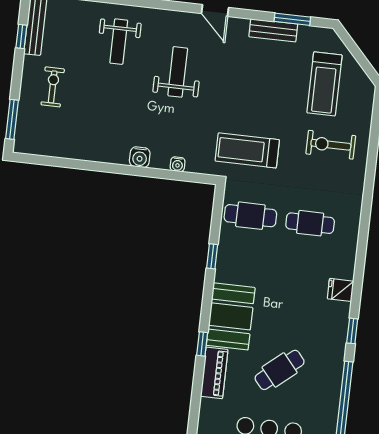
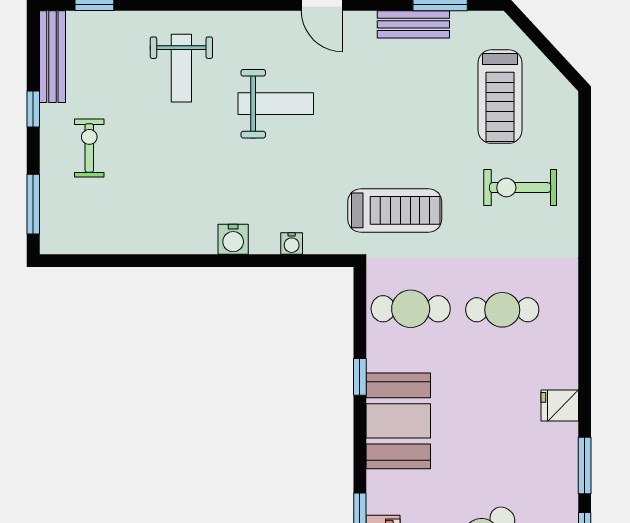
window: (21, 37) -> (33, 109), moved
weight bench: (178, 72) -> (276, 104), turned 90
treadmill: (247, 150) -> (395, 210), turned 180
booth: (231, 316) -> (398, 421), moved
window: (352, 331) -> (585, 466), width x1.50

